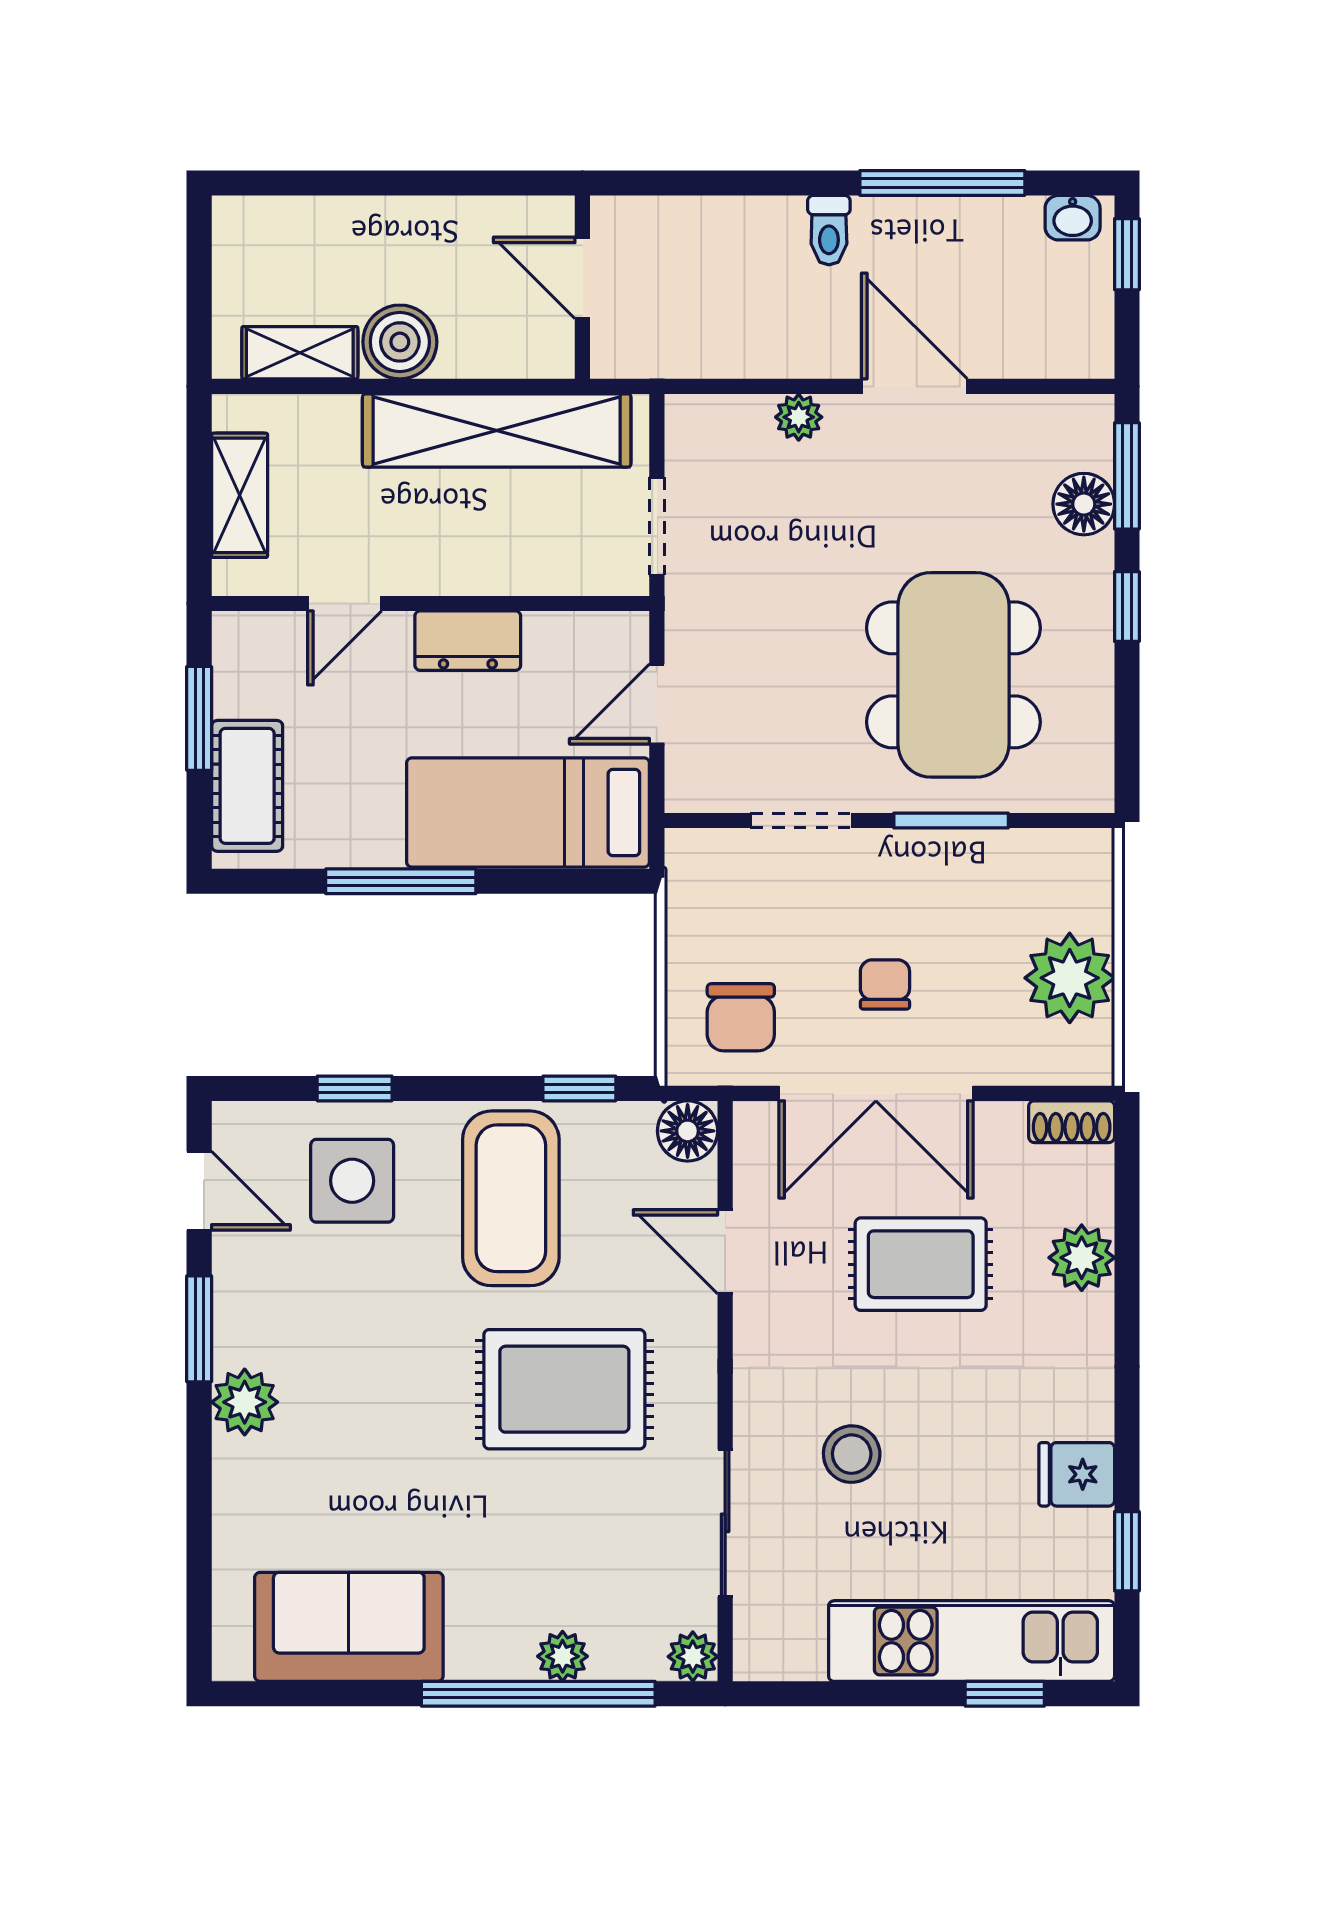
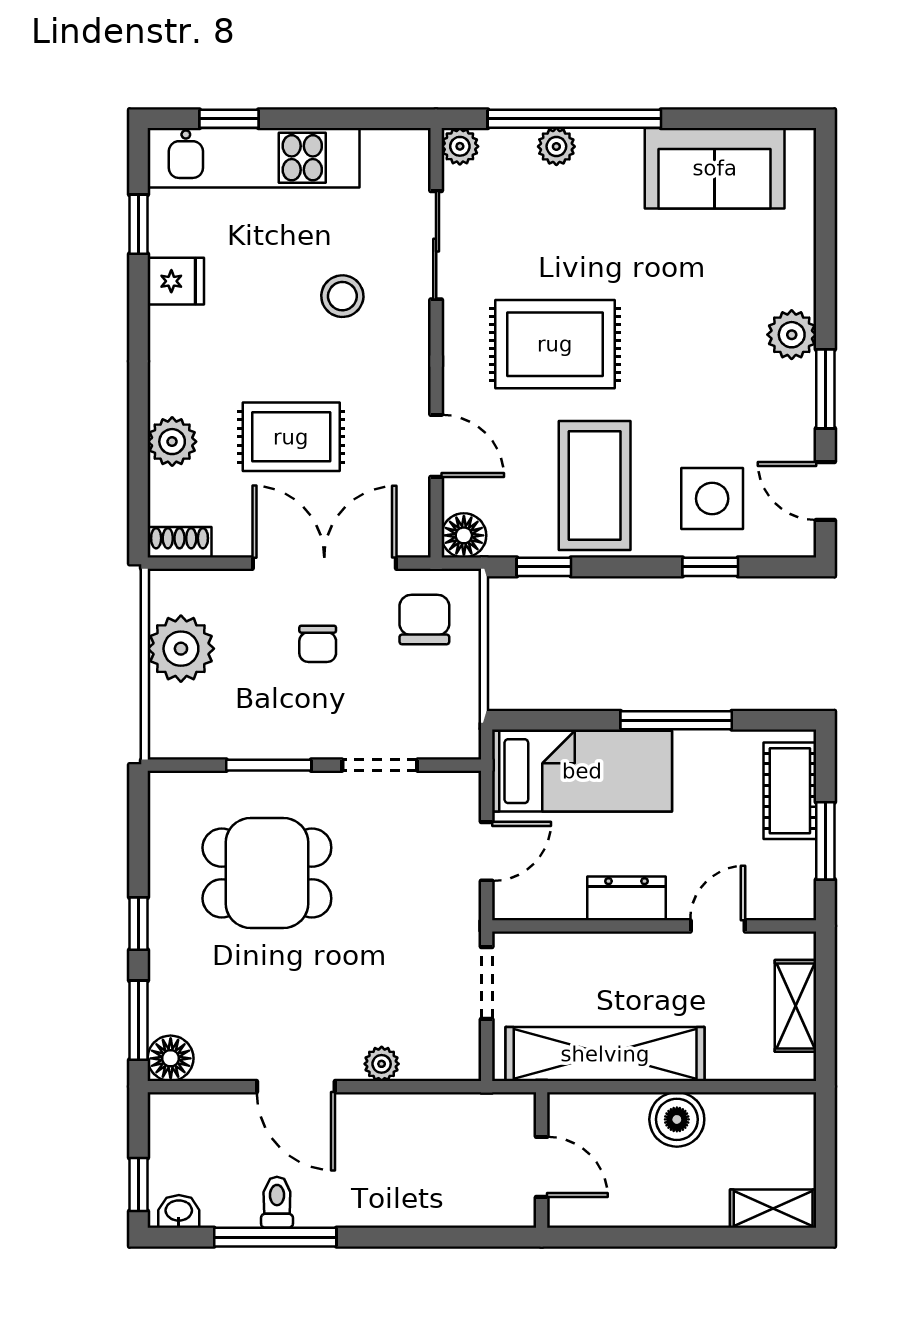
toilet: (829, 230) -> (277, 1202), moved
shelving: (300, 353) -> (773, 1209), moved
floor lamp: (1084, 504) -> (171, 1058), moved
dining table: (953, 675) -> (267, 873), width x0.73

